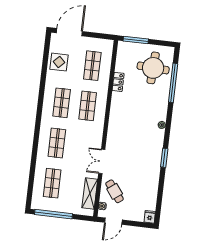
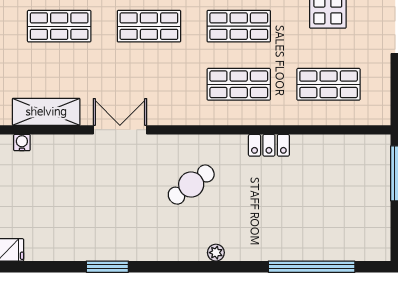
round table: (153, 68) -> (339, 219), removed
locker: (118, 82) -> (269, 145), moved
window: (164, 158) -> (107, 267), moved
cafe table: (115, 191) -> (191, 185), moved

